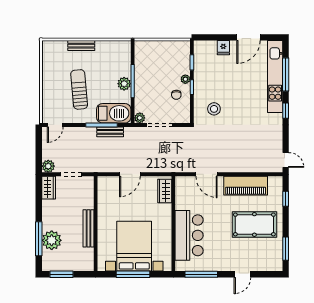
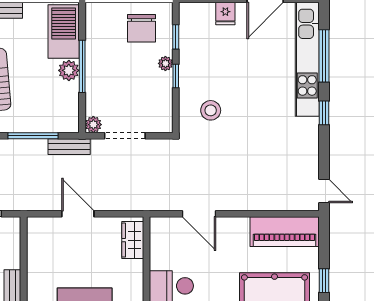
chair: (176, 95) -> (142, 28), moved, width x1.87, depth x1.87
barbecue: (114, 113) -> (64, 32), moved, turned -90
bench: (110, 132) -> (69, 147), moved
door: (130, 174) -> (78, 214), swing flipped
piano: (246, 186) -> (285, 232), moved
window: (286, 199) -> (324, 281), moved

